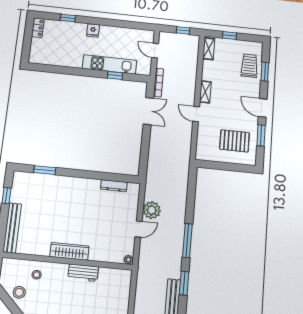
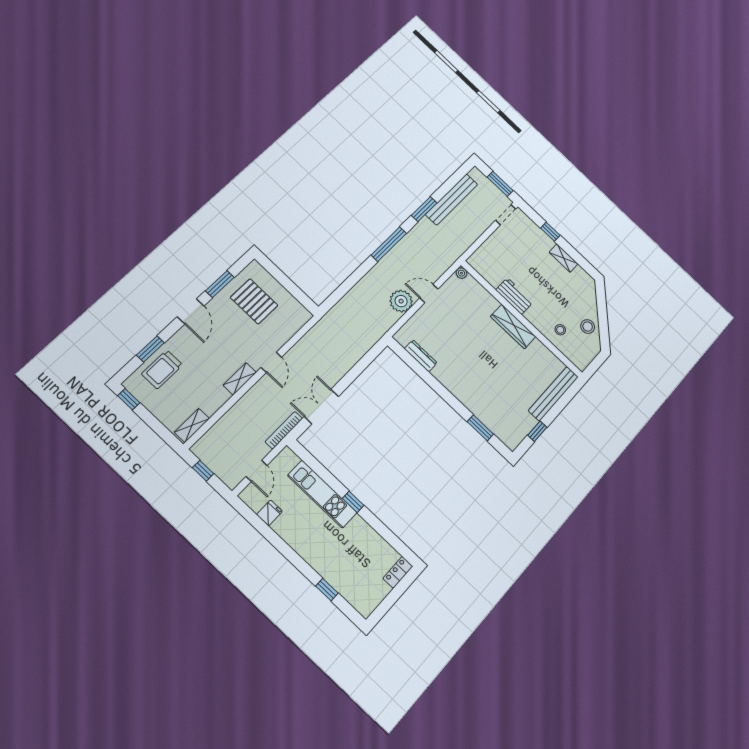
locker: (38, 28) -> (398, 572), moved
fridge: (93, 30) -> (269, 513), moved
window: (229, 36) -> (129, 399), moved
window: (115, 75) -> (353, 502), moved

